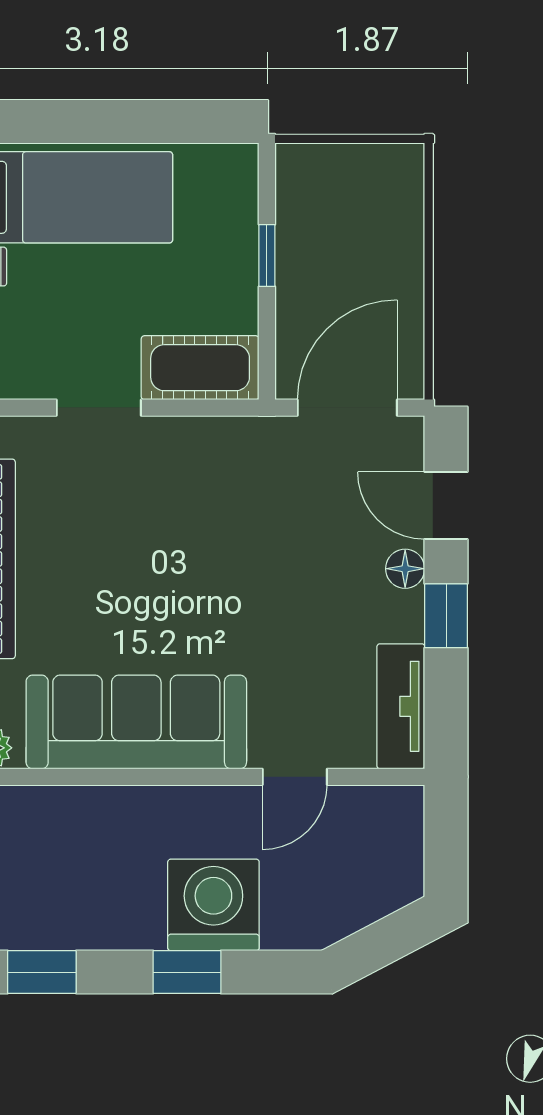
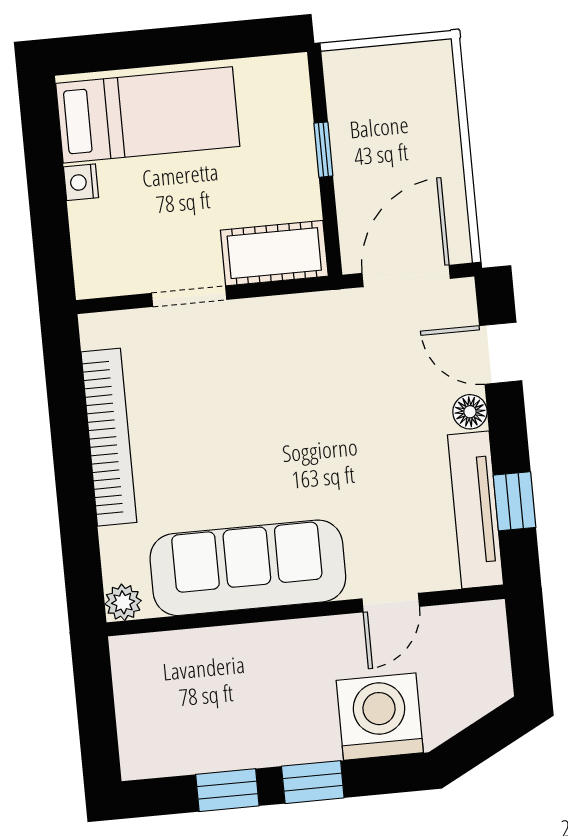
window: (446, 616) -> (515, 501), moved
tv unit: (401, 706) -> (475, 510), width x1.41
washing machine: (213, 905) -> (380, 717), moved
window: (42, 972) -> (227, 790), moved

